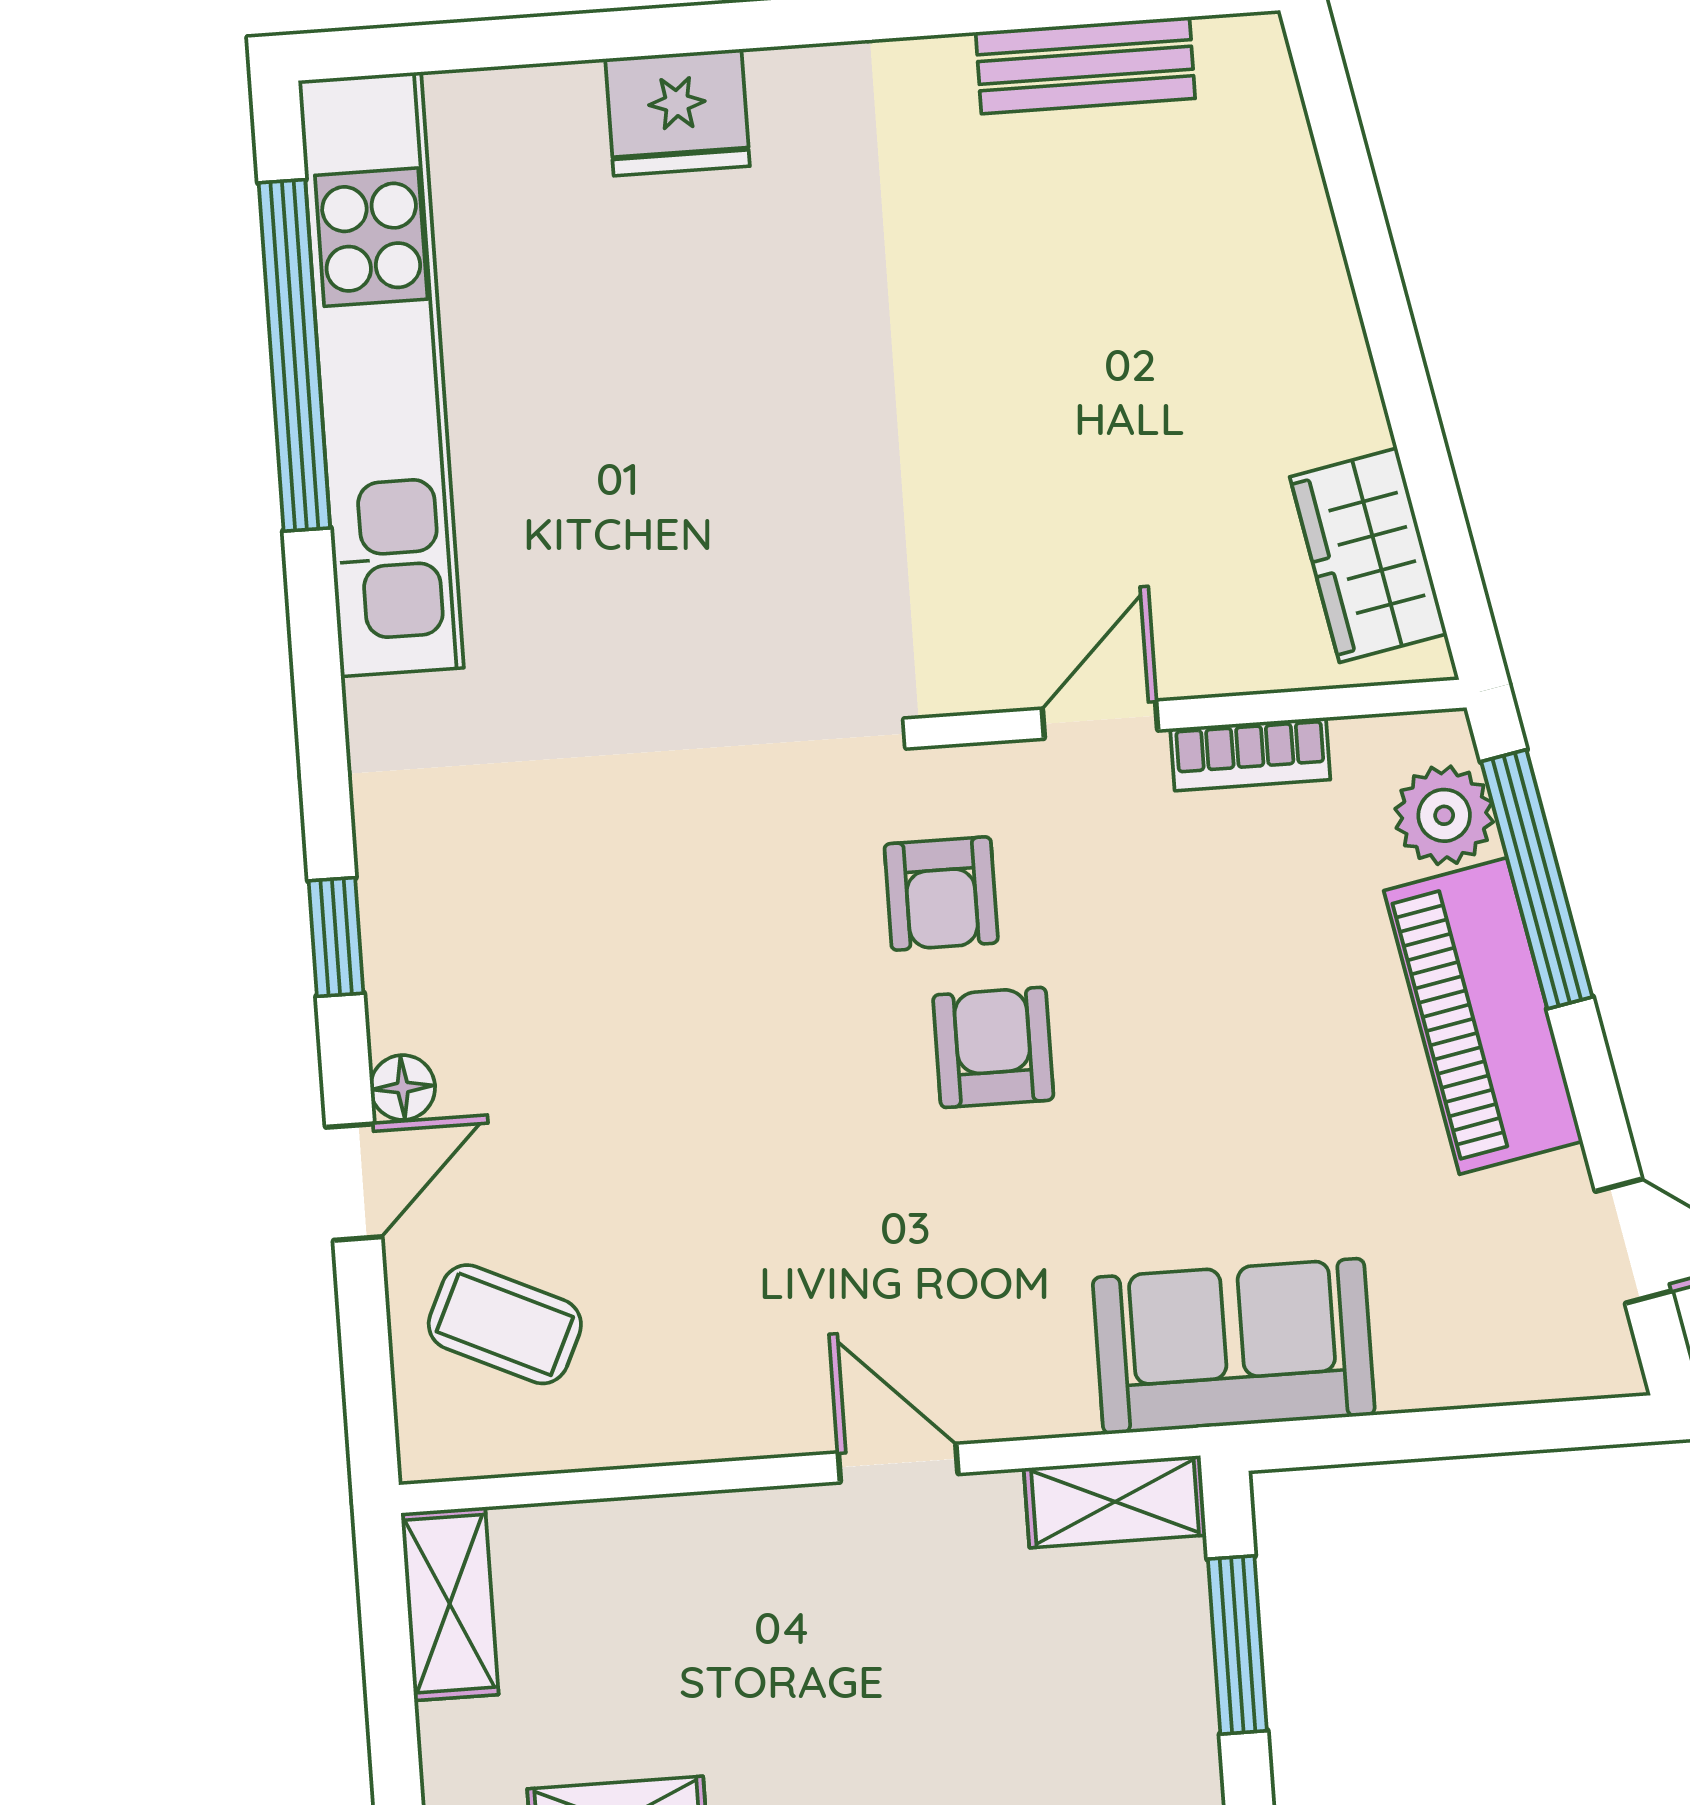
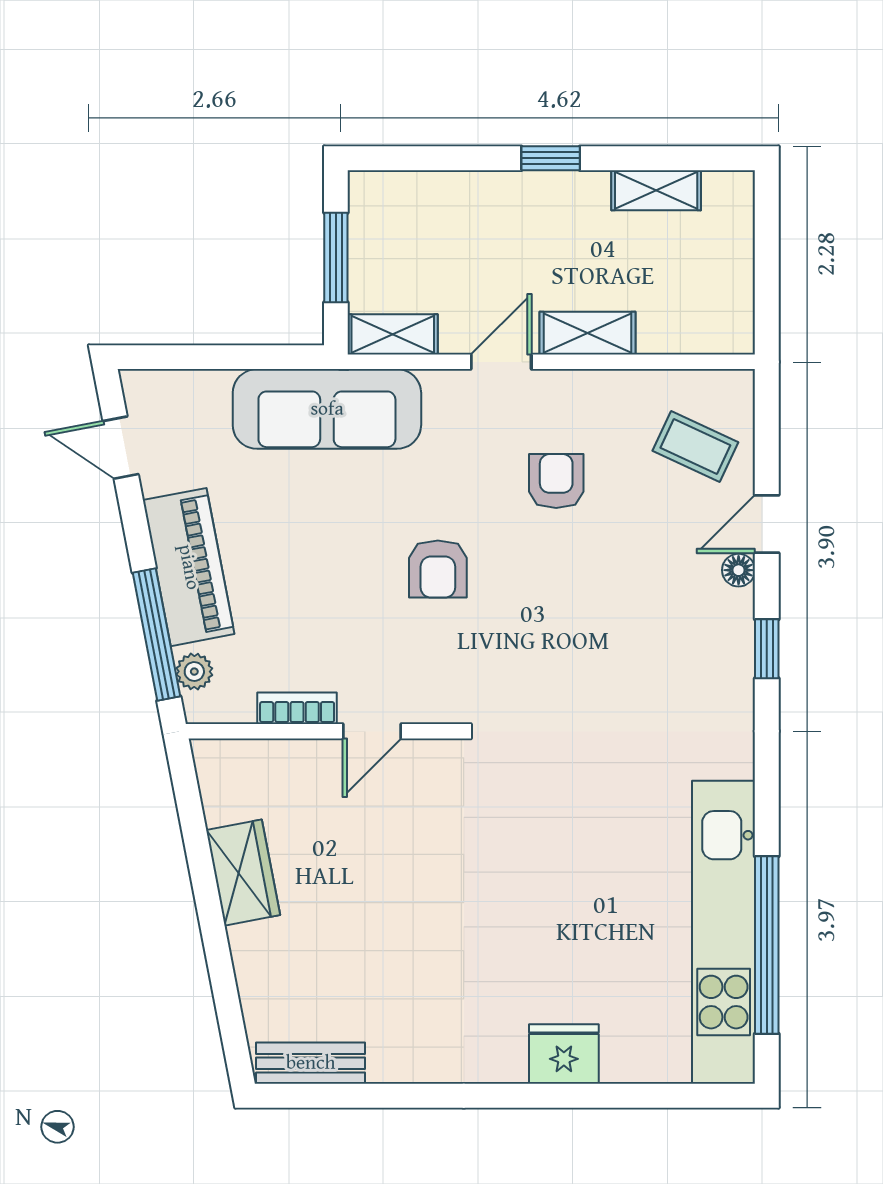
bench: (1085, 65) -> (311, 1063), moved
wardrobe: (1368, 555) -> (243, 873), moved
plant: (1444, 815) -> (194, 672), width x0.73, depth x0.73
armchair: (941, 893) -> (556, 481), moved
sofa: (1234, 1346) -> (327, 409), width x1.36
door: (898, 1463) -> (501, 362), swing flipped
shelving: (450, 1604) -> (587, 333), moved, turned 90

